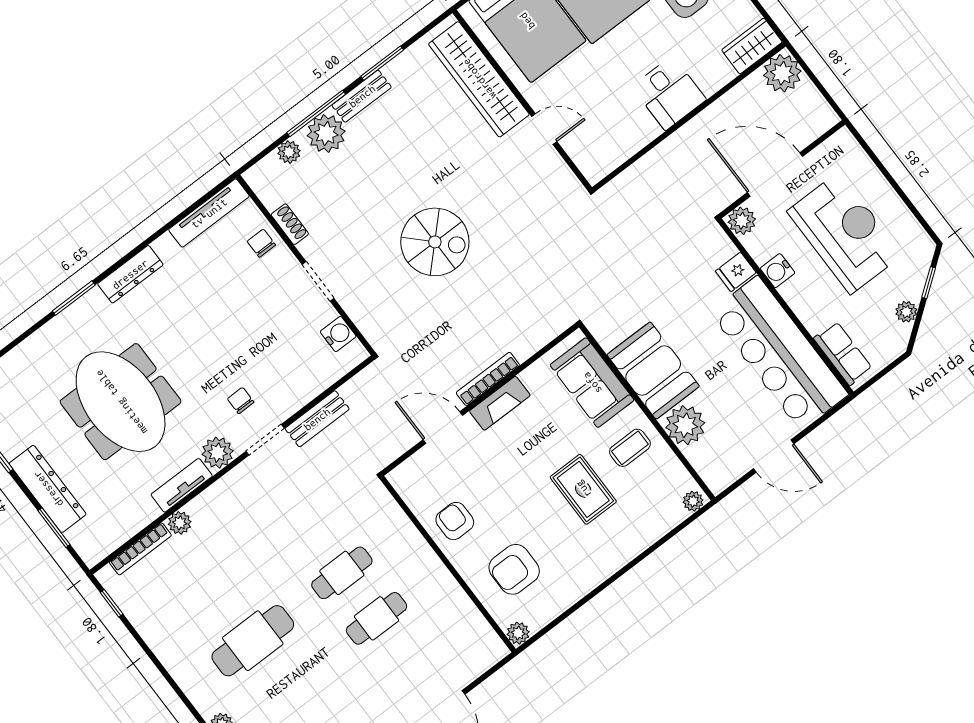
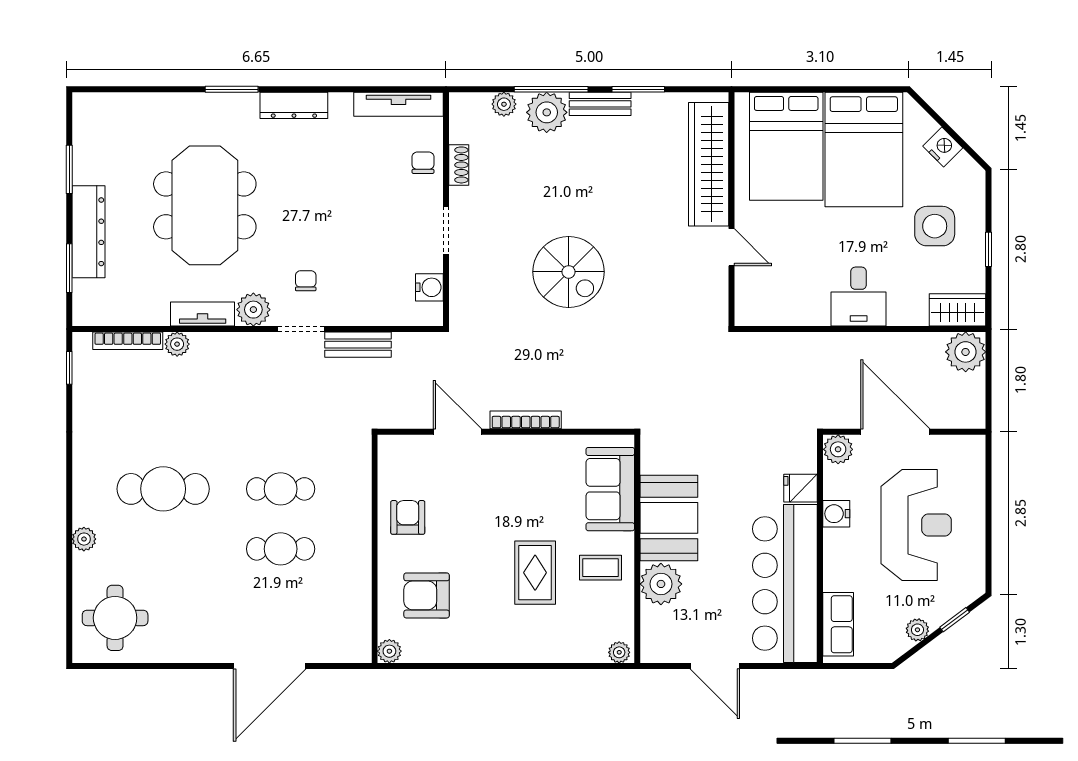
fireplace: (500, 403) -> (520, 448), removed

